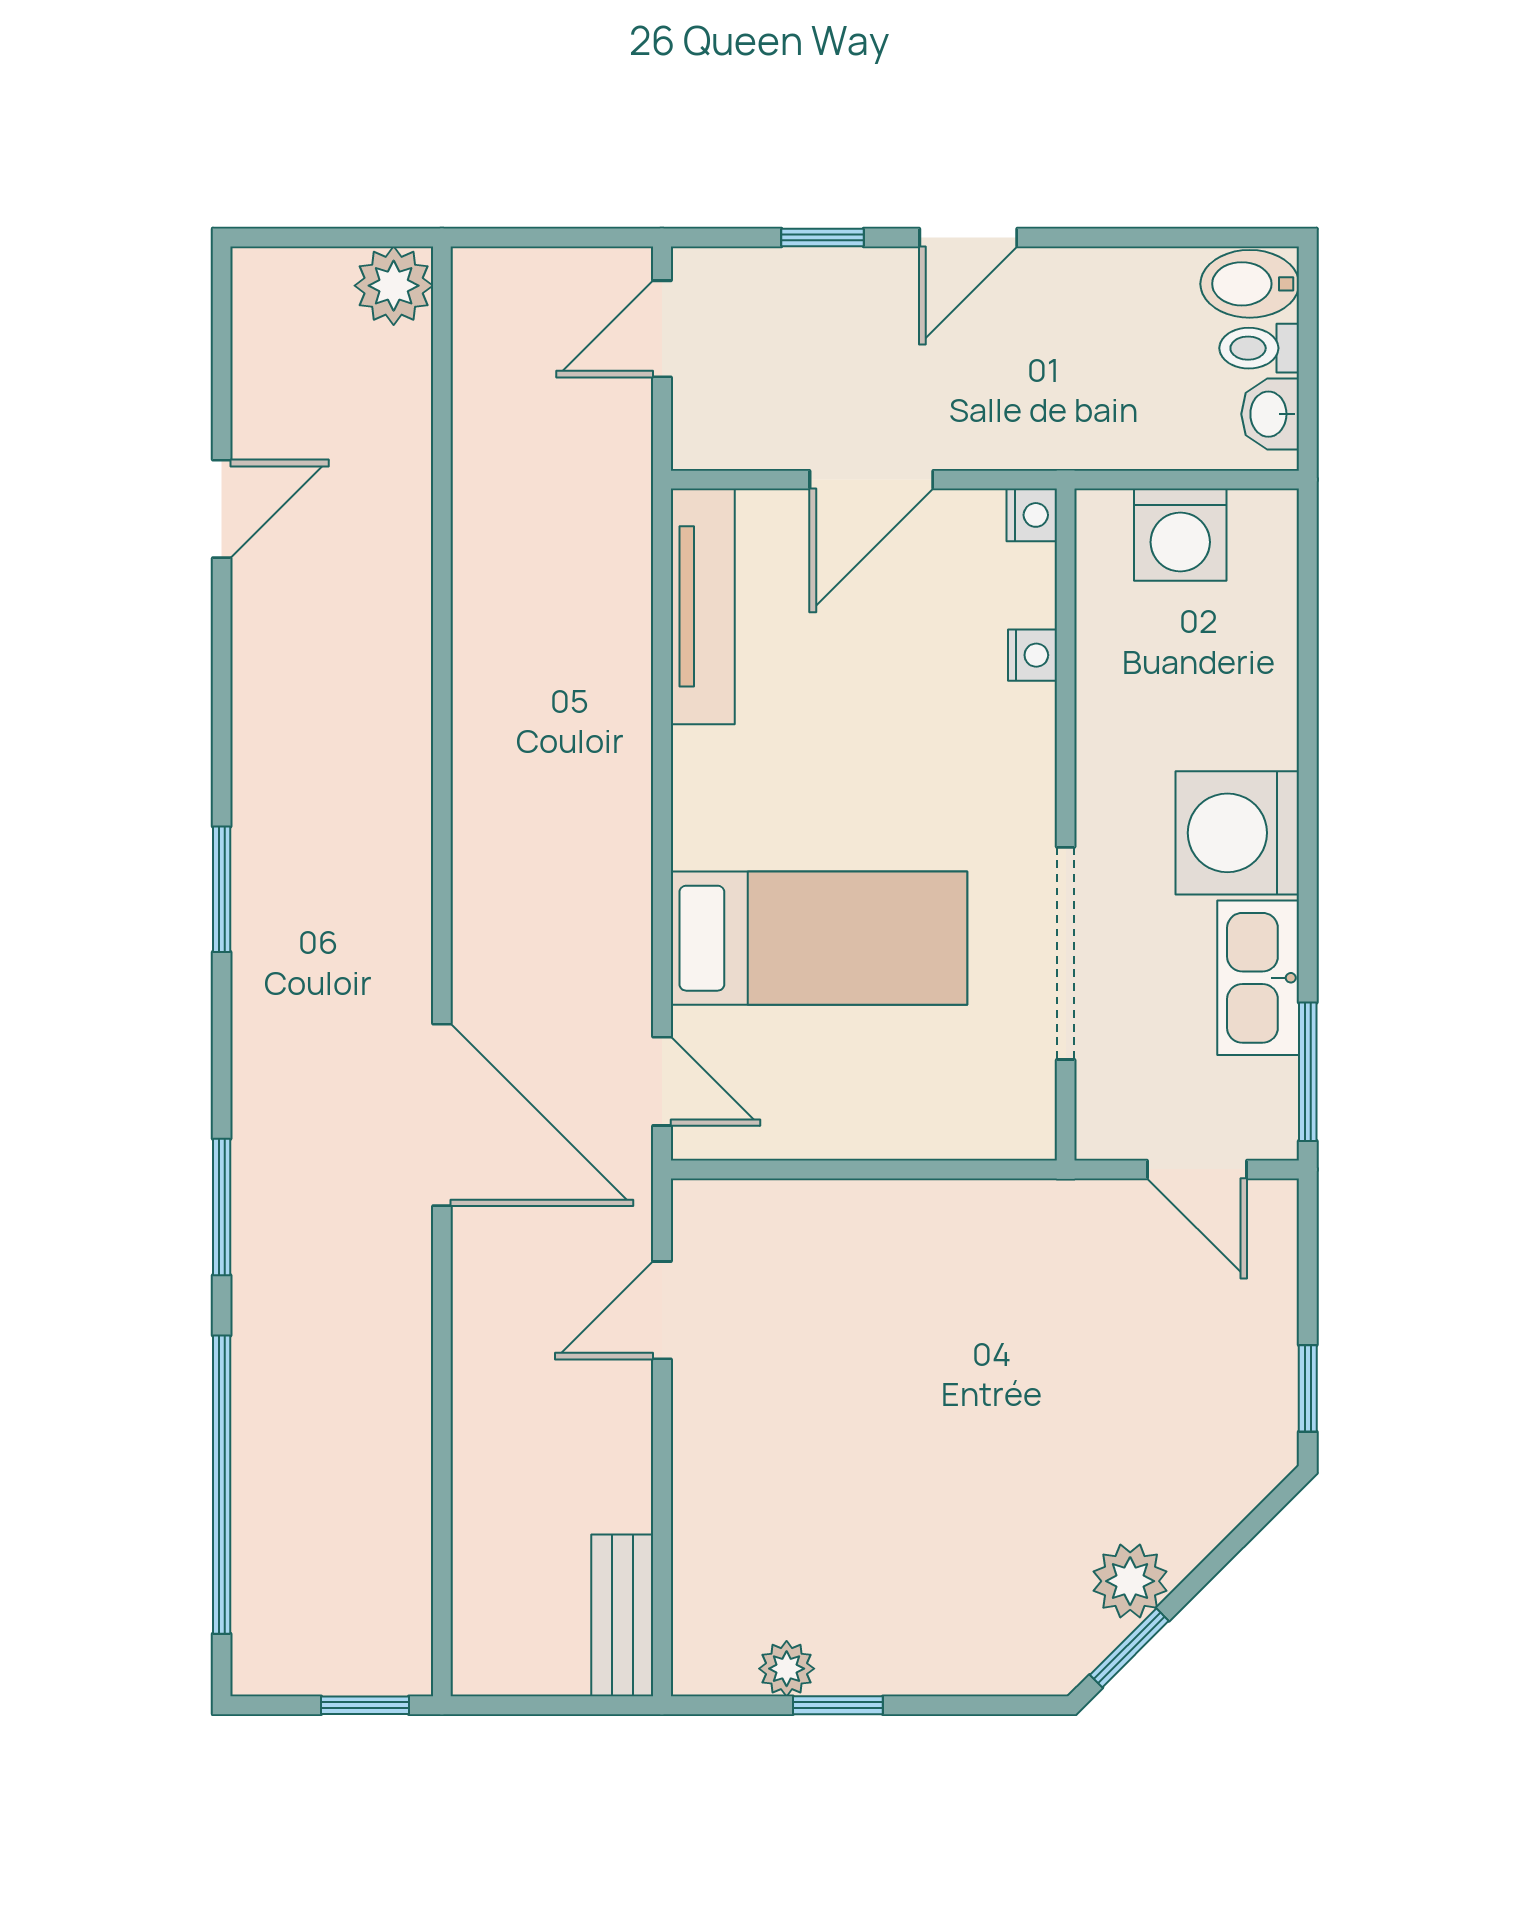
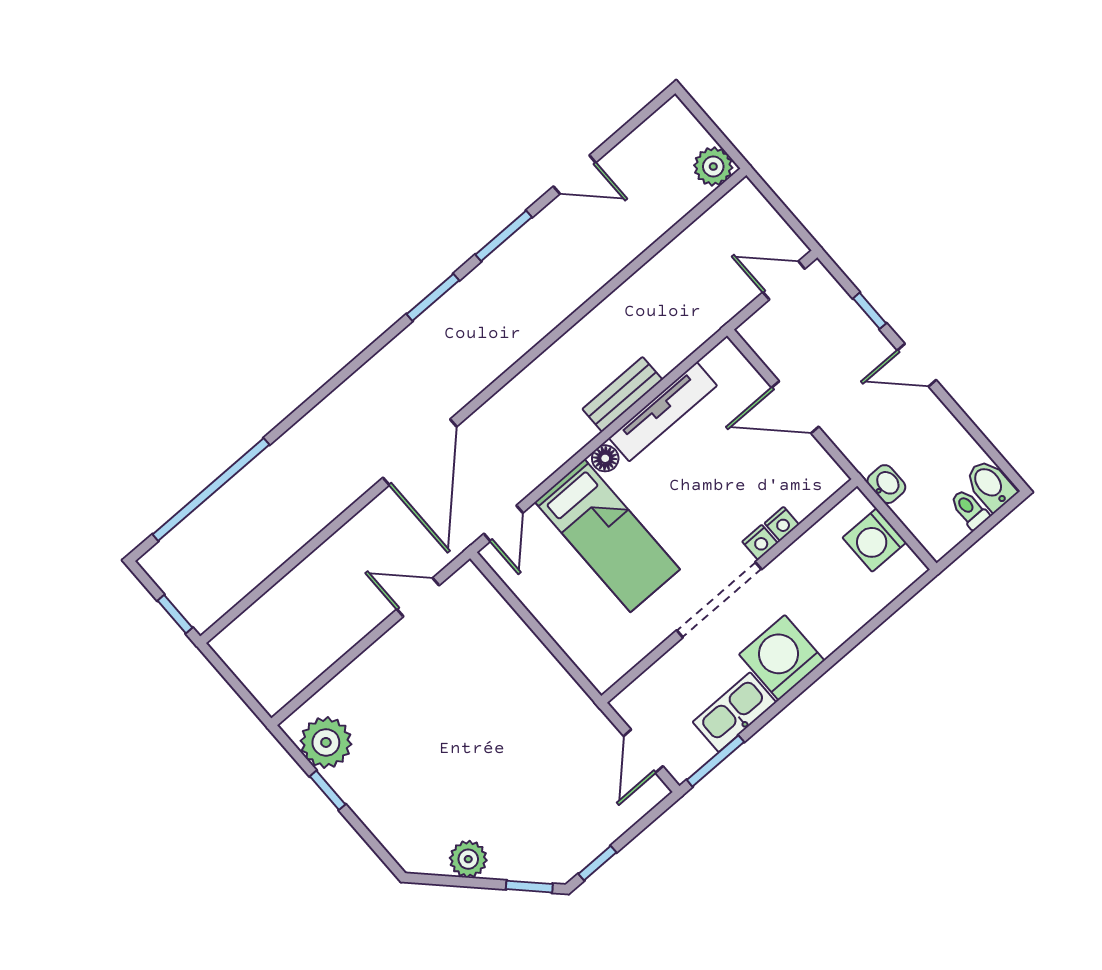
washbasin: (1270, 414) -> (886, 484), moved, turned 90
nightstand: (1032, 515) -> (760, 542), moved
tv unit: (703, 606) -> (663, 412), moved
floor lamp: (697, 839) -> (605, 458), added
doorway: (1066, 953) -> (719, 600), moved
window: (222, 1207) -> (504, 236), moved
bench: (622, 1615) -> (622, 394), moved
window: (1129, 1648) -> (529, 887), moved
plant: (787, 1669) -> (326, 742), width x1.87, depth x1.87

